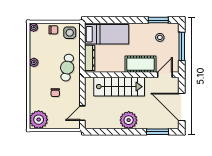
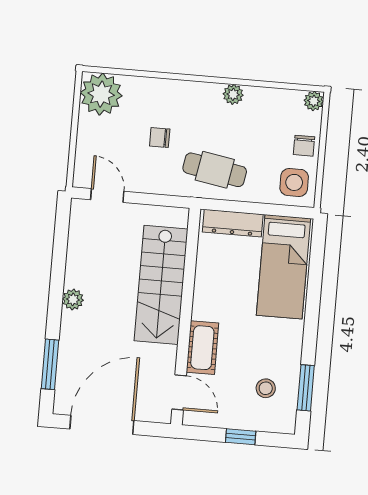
window: (182, 46) -> (241, 437), width x0.46
cot: (140, 64) -> (202, 348), width x0.73, depth x0.75
plant: (129, 120) -> (73, 299), width x0.53, depth x0.53

